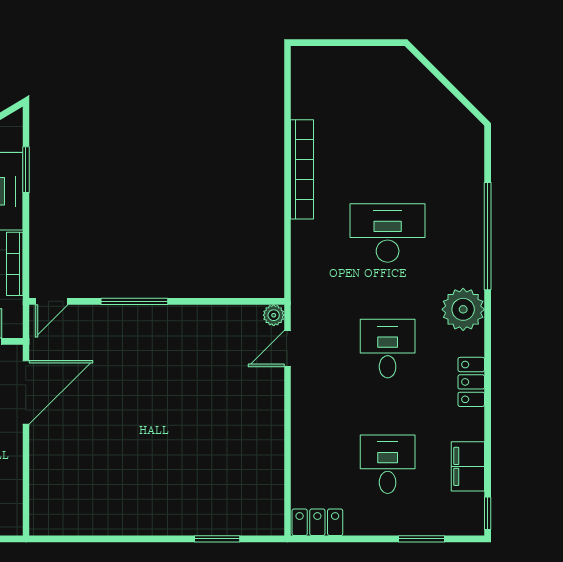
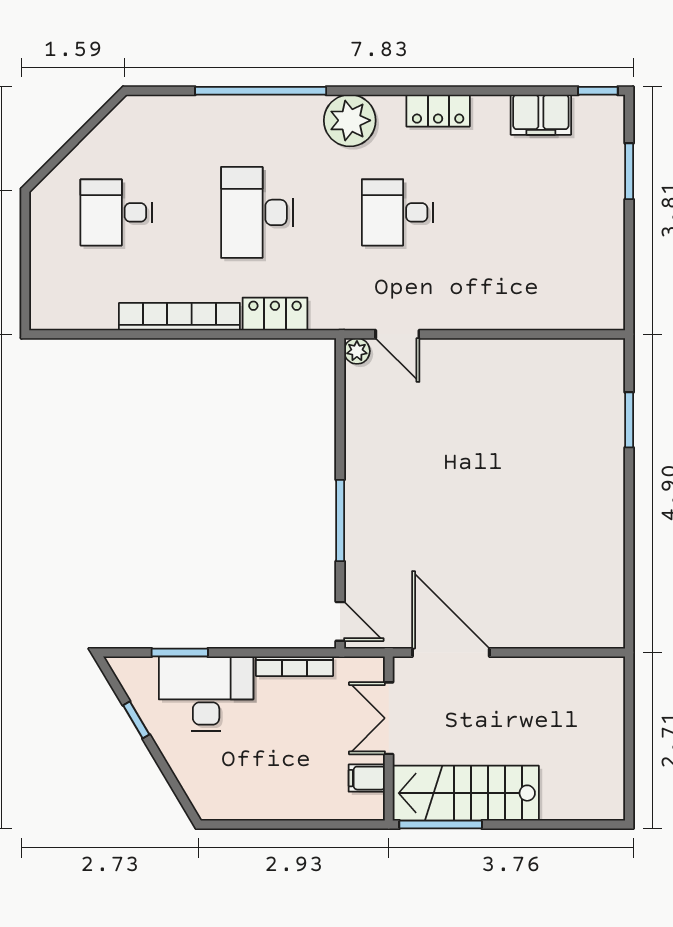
desk: (388, 464) -> (116, 212), moved
locker: (317, 522) -> (275, 314), moved, turned 90

